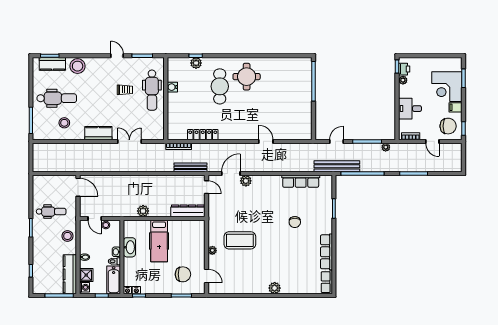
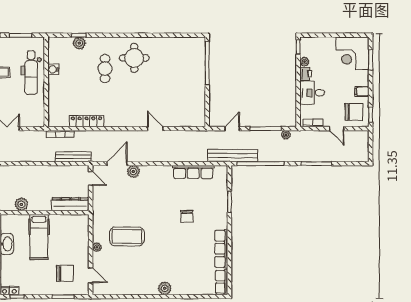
printer: (404, 69) -> (306, 74), moved
cafe table: (220, 86) -> (105, 69), width x0.73, depth x0.74
corner desk: (447, 87) -> (352, 53), moved

